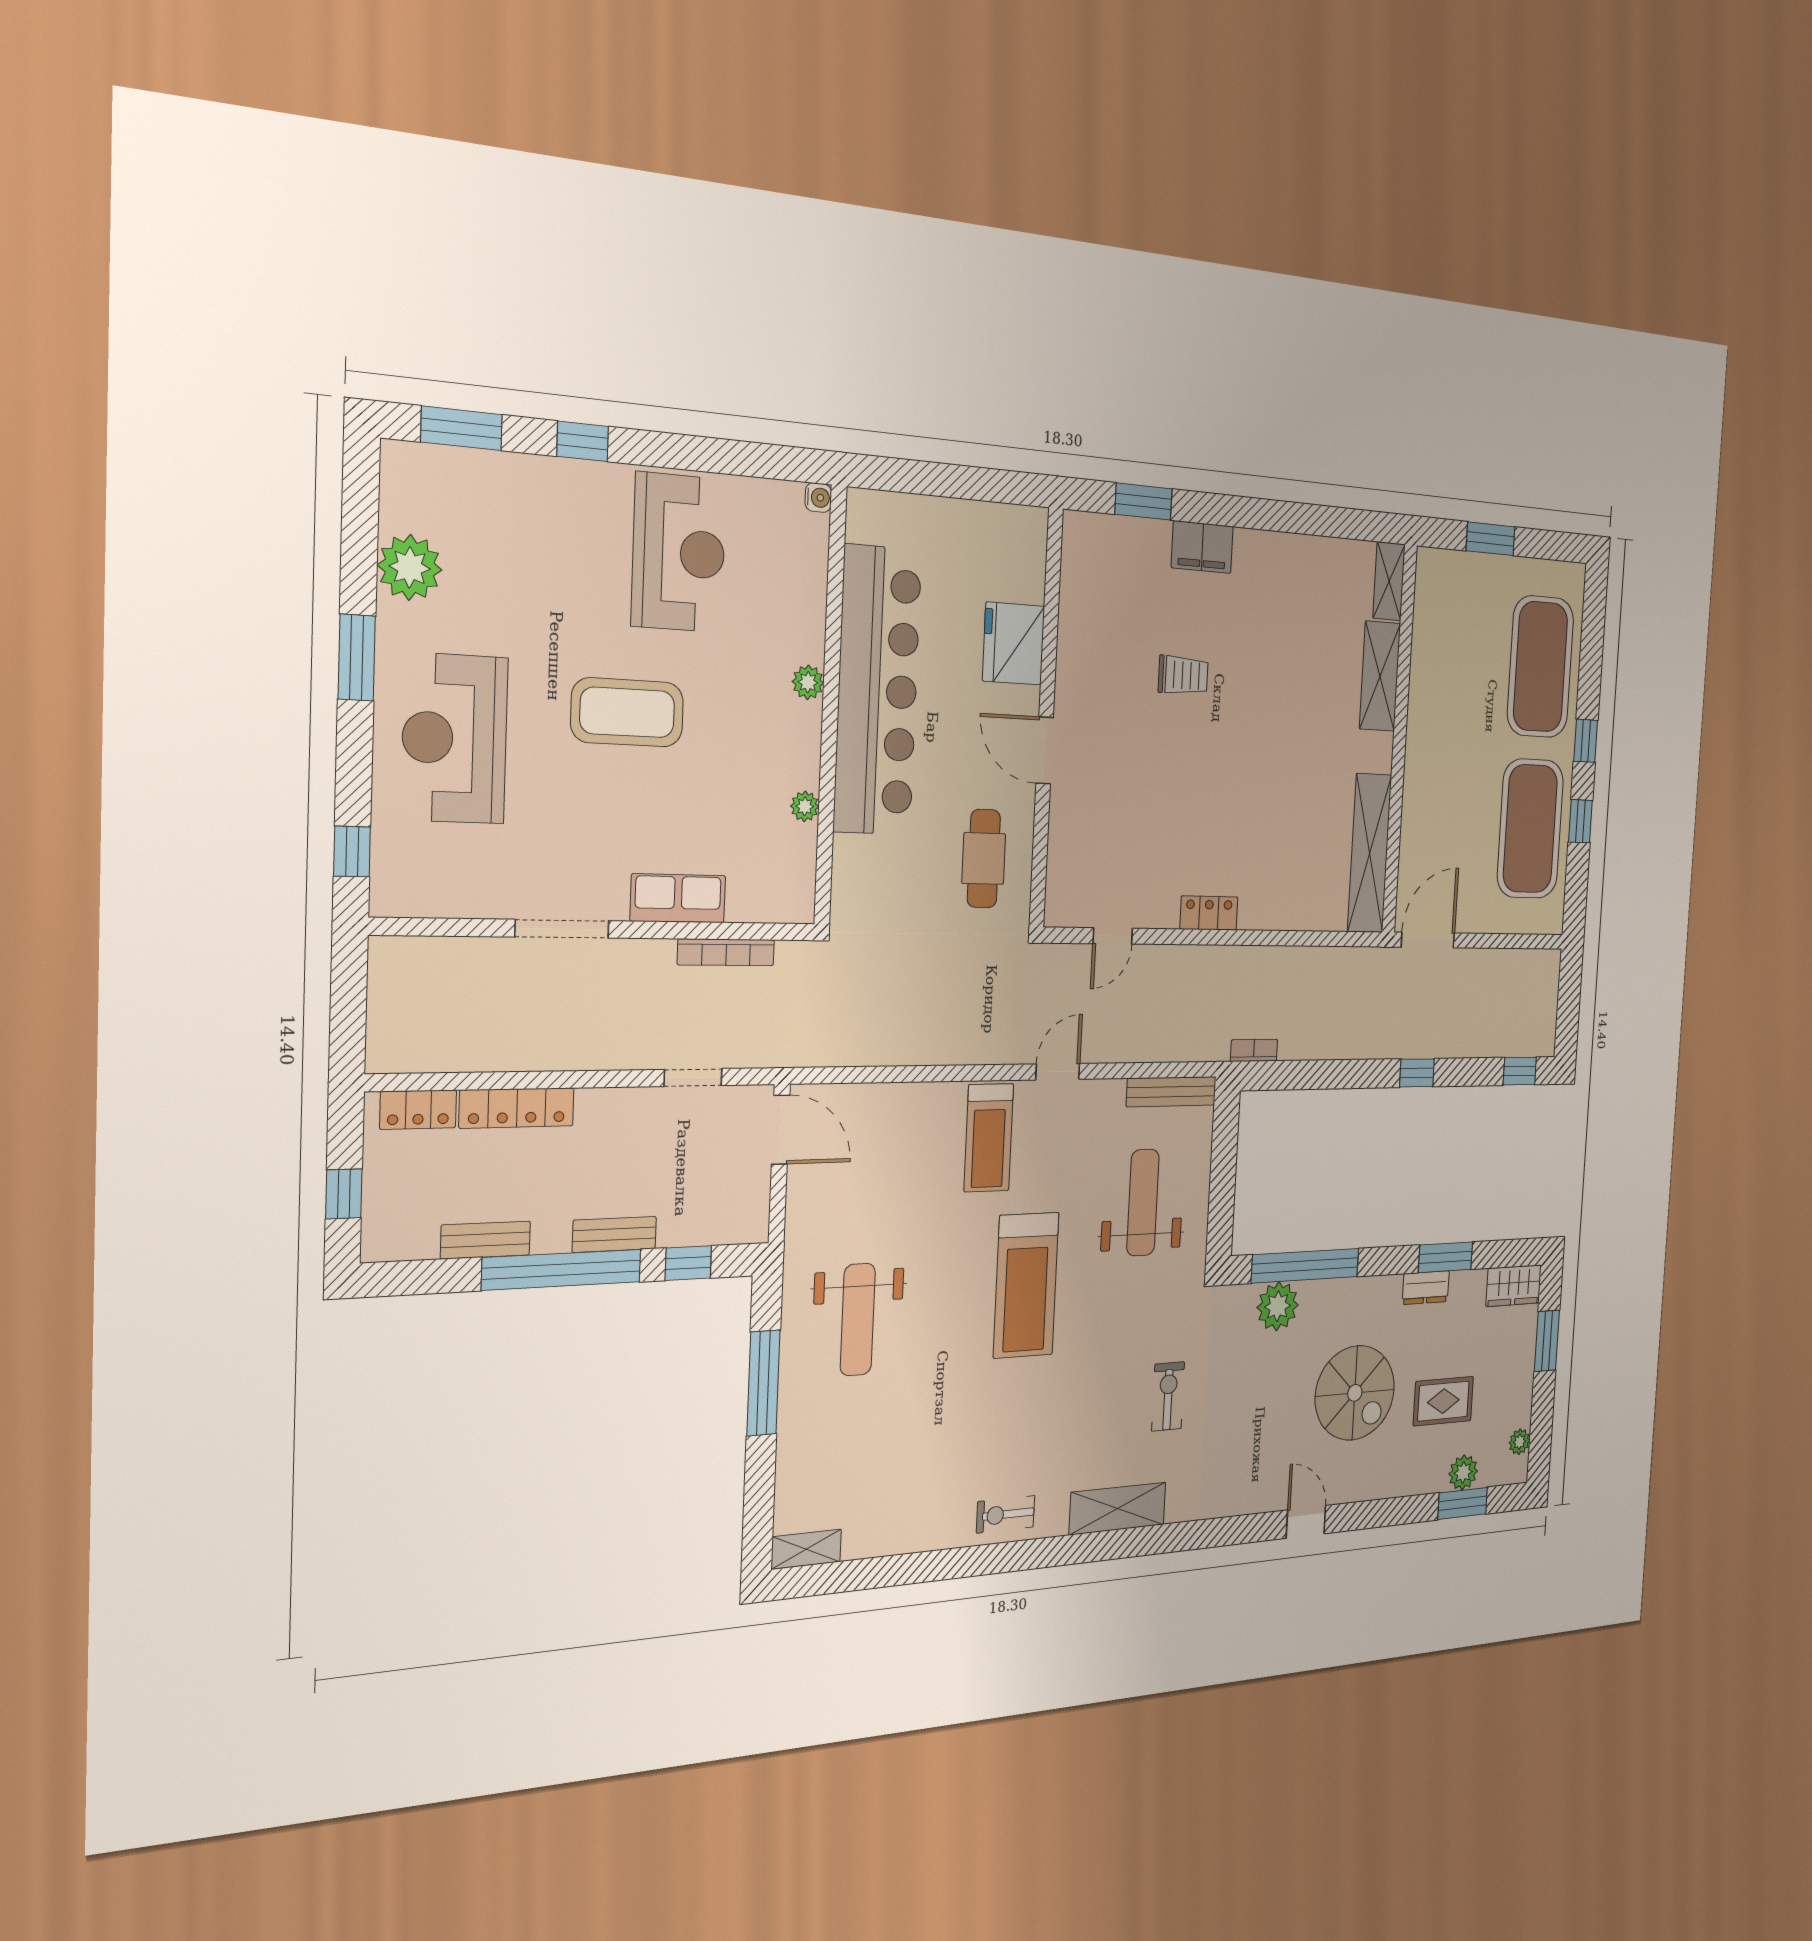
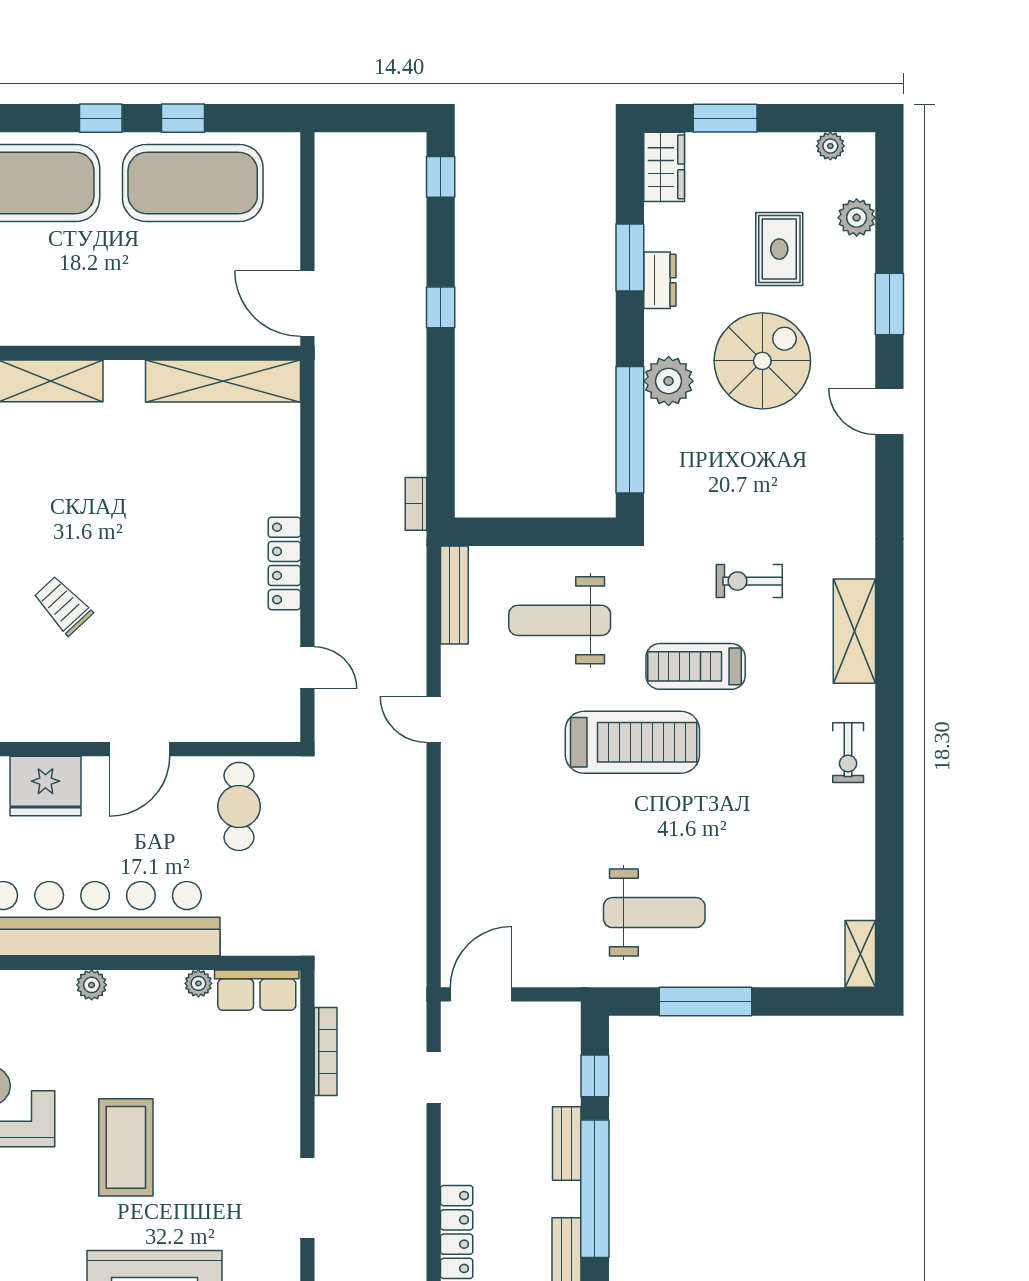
trolley: (1183, 675) -> (63, 606), turned -43
cafe table: (984, 859) -> (239, 806), turned 90
row of seats: (678, 898) -> (257, 990), moved, turned -90
locker: (1209, 913) -> (284, 563), width x1.53
treadmill: (989, 1138) -> (696, 666), moved, turned 180
plant: (1278, 1306) -> (669, 381), moved
window: (1463, 1503) -> (889, 304), moved
door: (1306, 1522) -> (889, 411), hinge flipped

